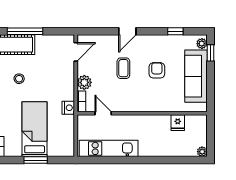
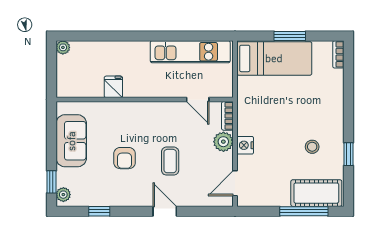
door: (127, 31) -> (165, 211), hinge flipped
sofa: (196, 76) -> (71, 141), width x0.73
nightstand: (68, 108) -> (245, 145), moved
fridge: (178, 123) -> (113, 87), moved
bed: (35, 129) -> (274, 58), moved, turned -90

